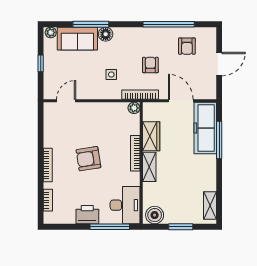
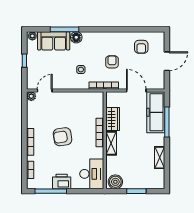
window: (169, 24) -> (127, 29), removed
plant: (134, 108) -> (31, 96), moved
shelving: (210, 206) -> (160, 158), moved
window: (110, 227) -> (51, 191), moved

